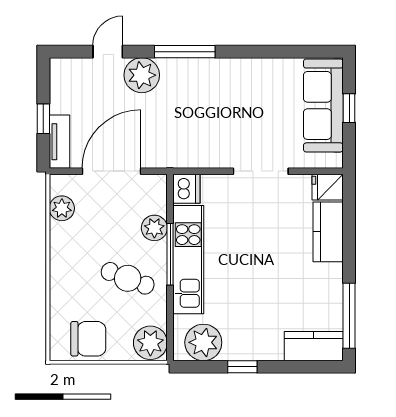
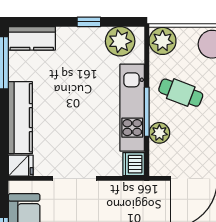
kitchen counter: (328, 232) -> (20, 118), width x1.50

